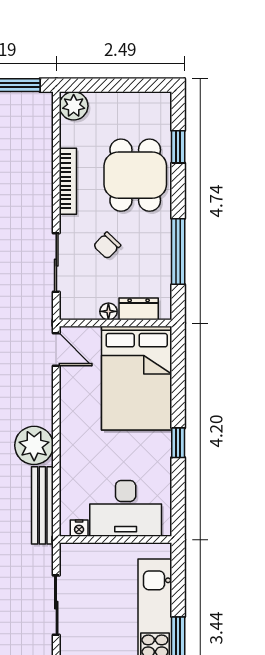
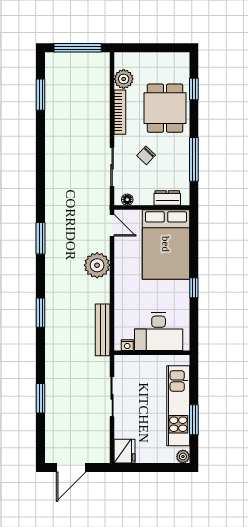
plant: (74, 106) -> (124, 79), moved
floor lamp: (108, 311) -> (127, 200), moved
plant: (34, 445) -> (97, 265), moved

